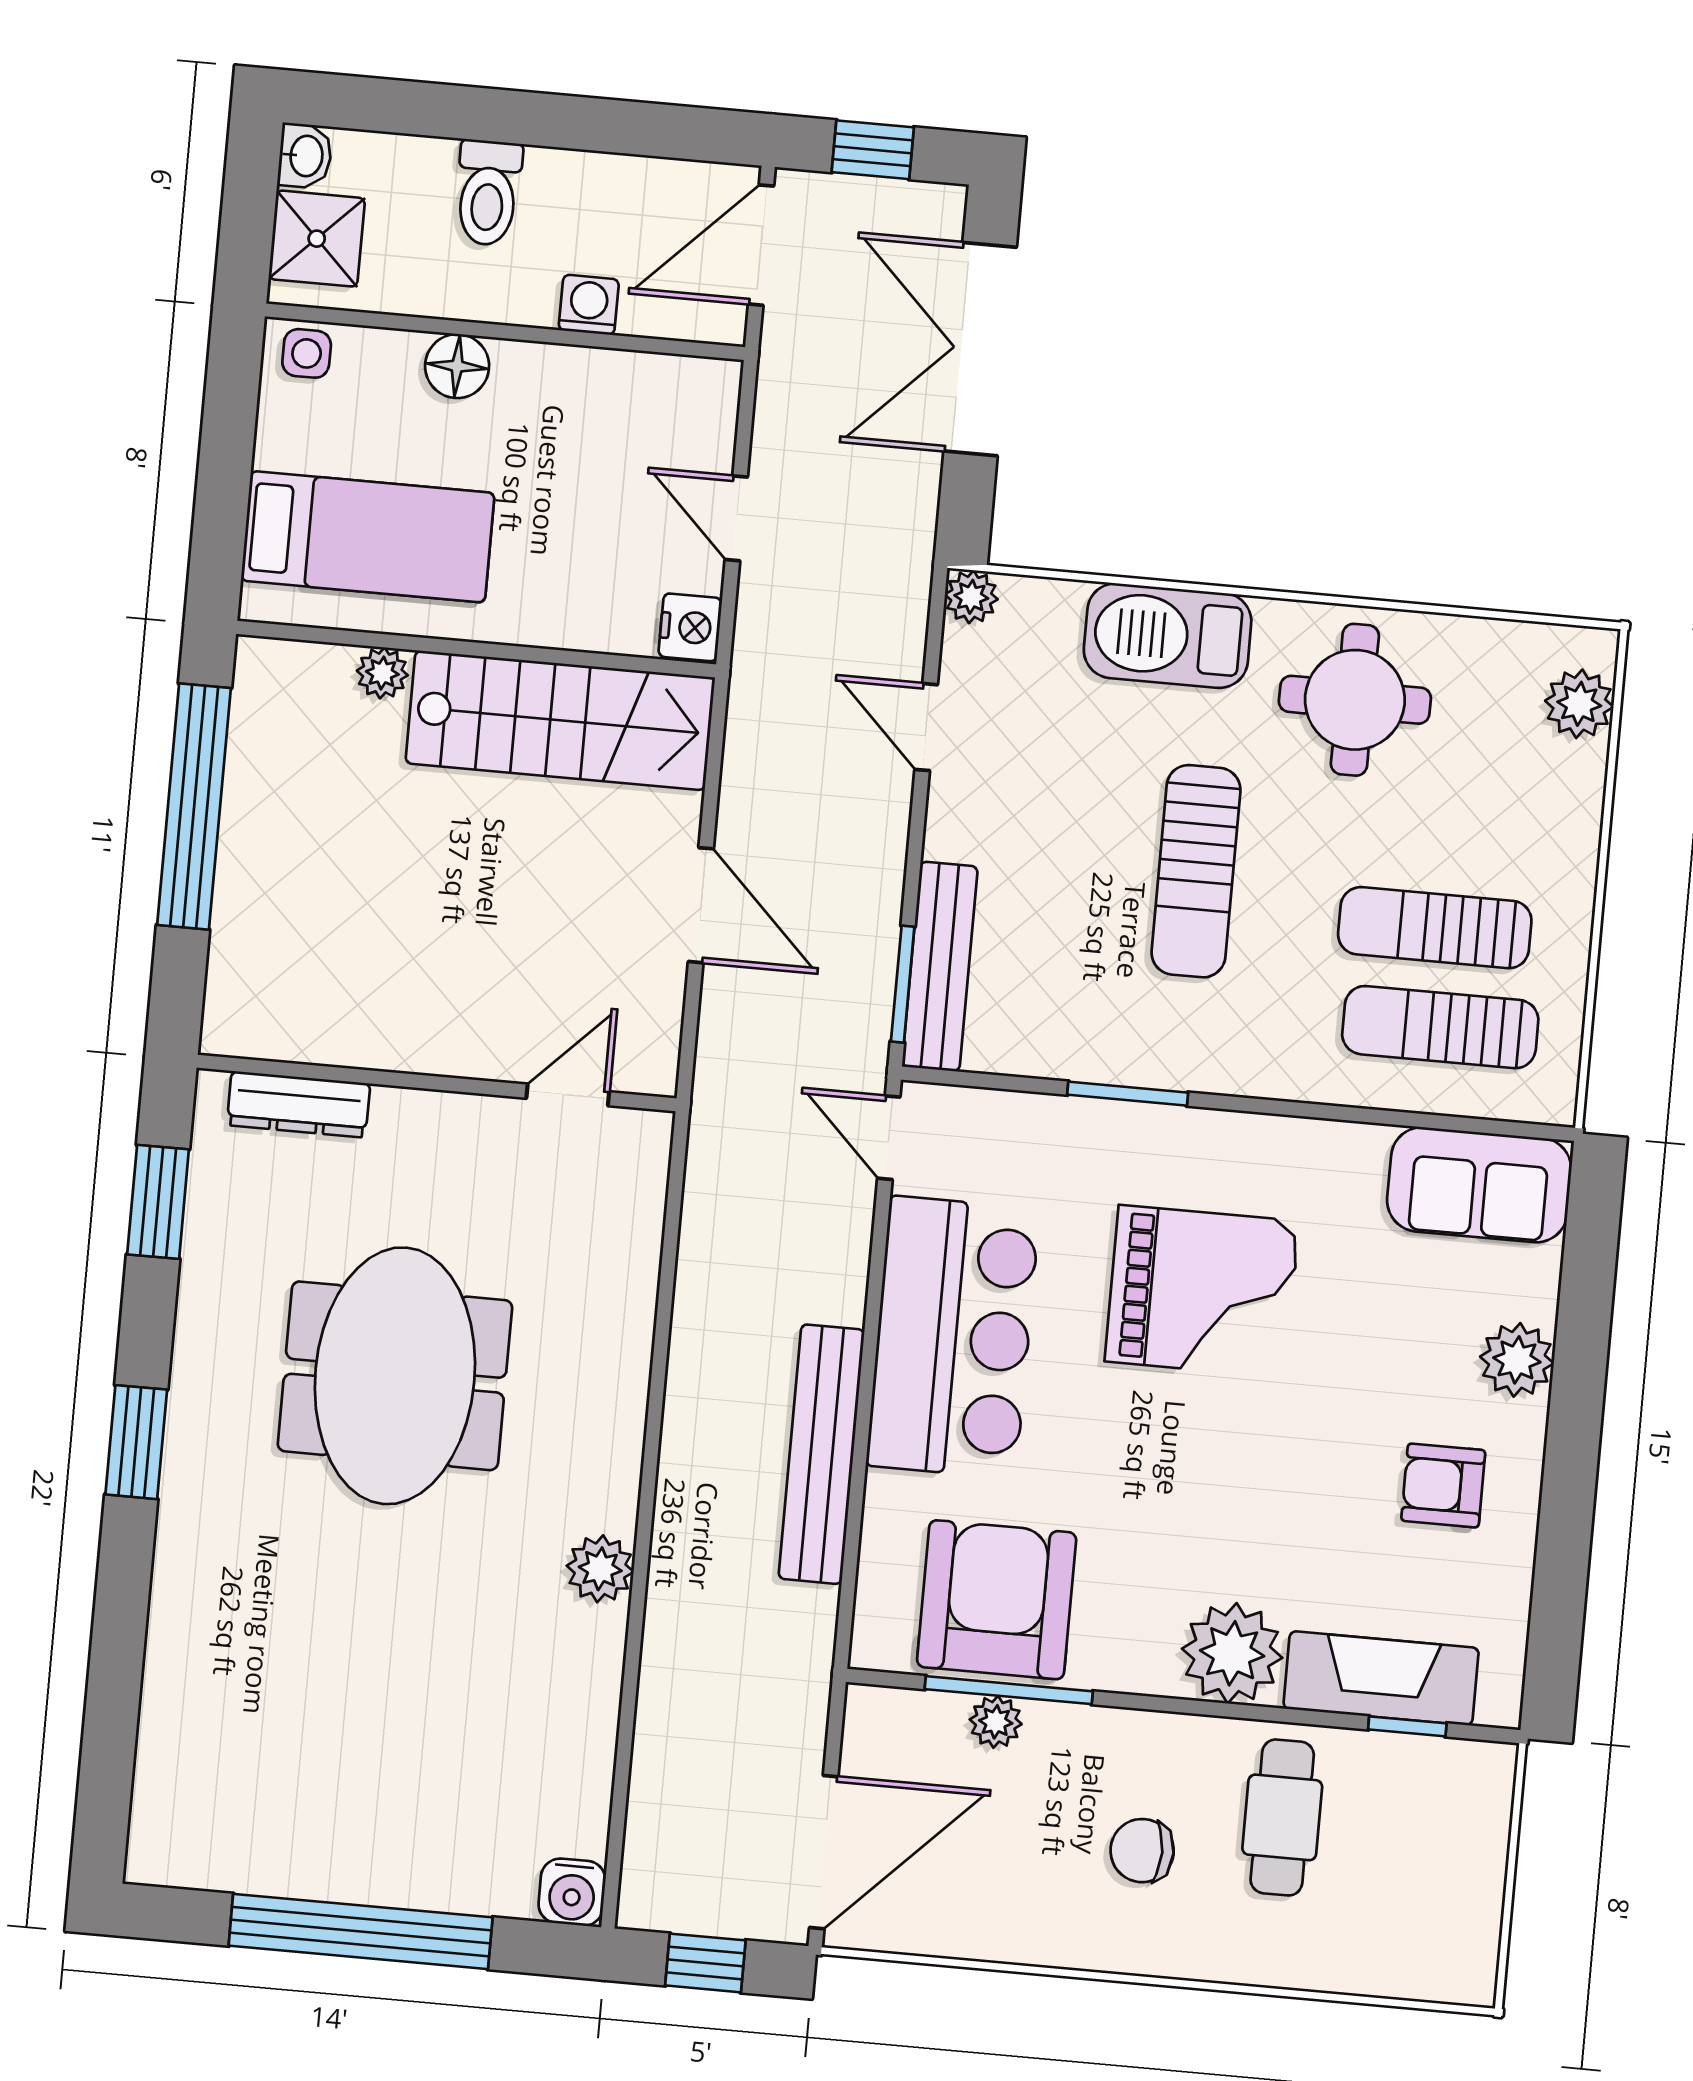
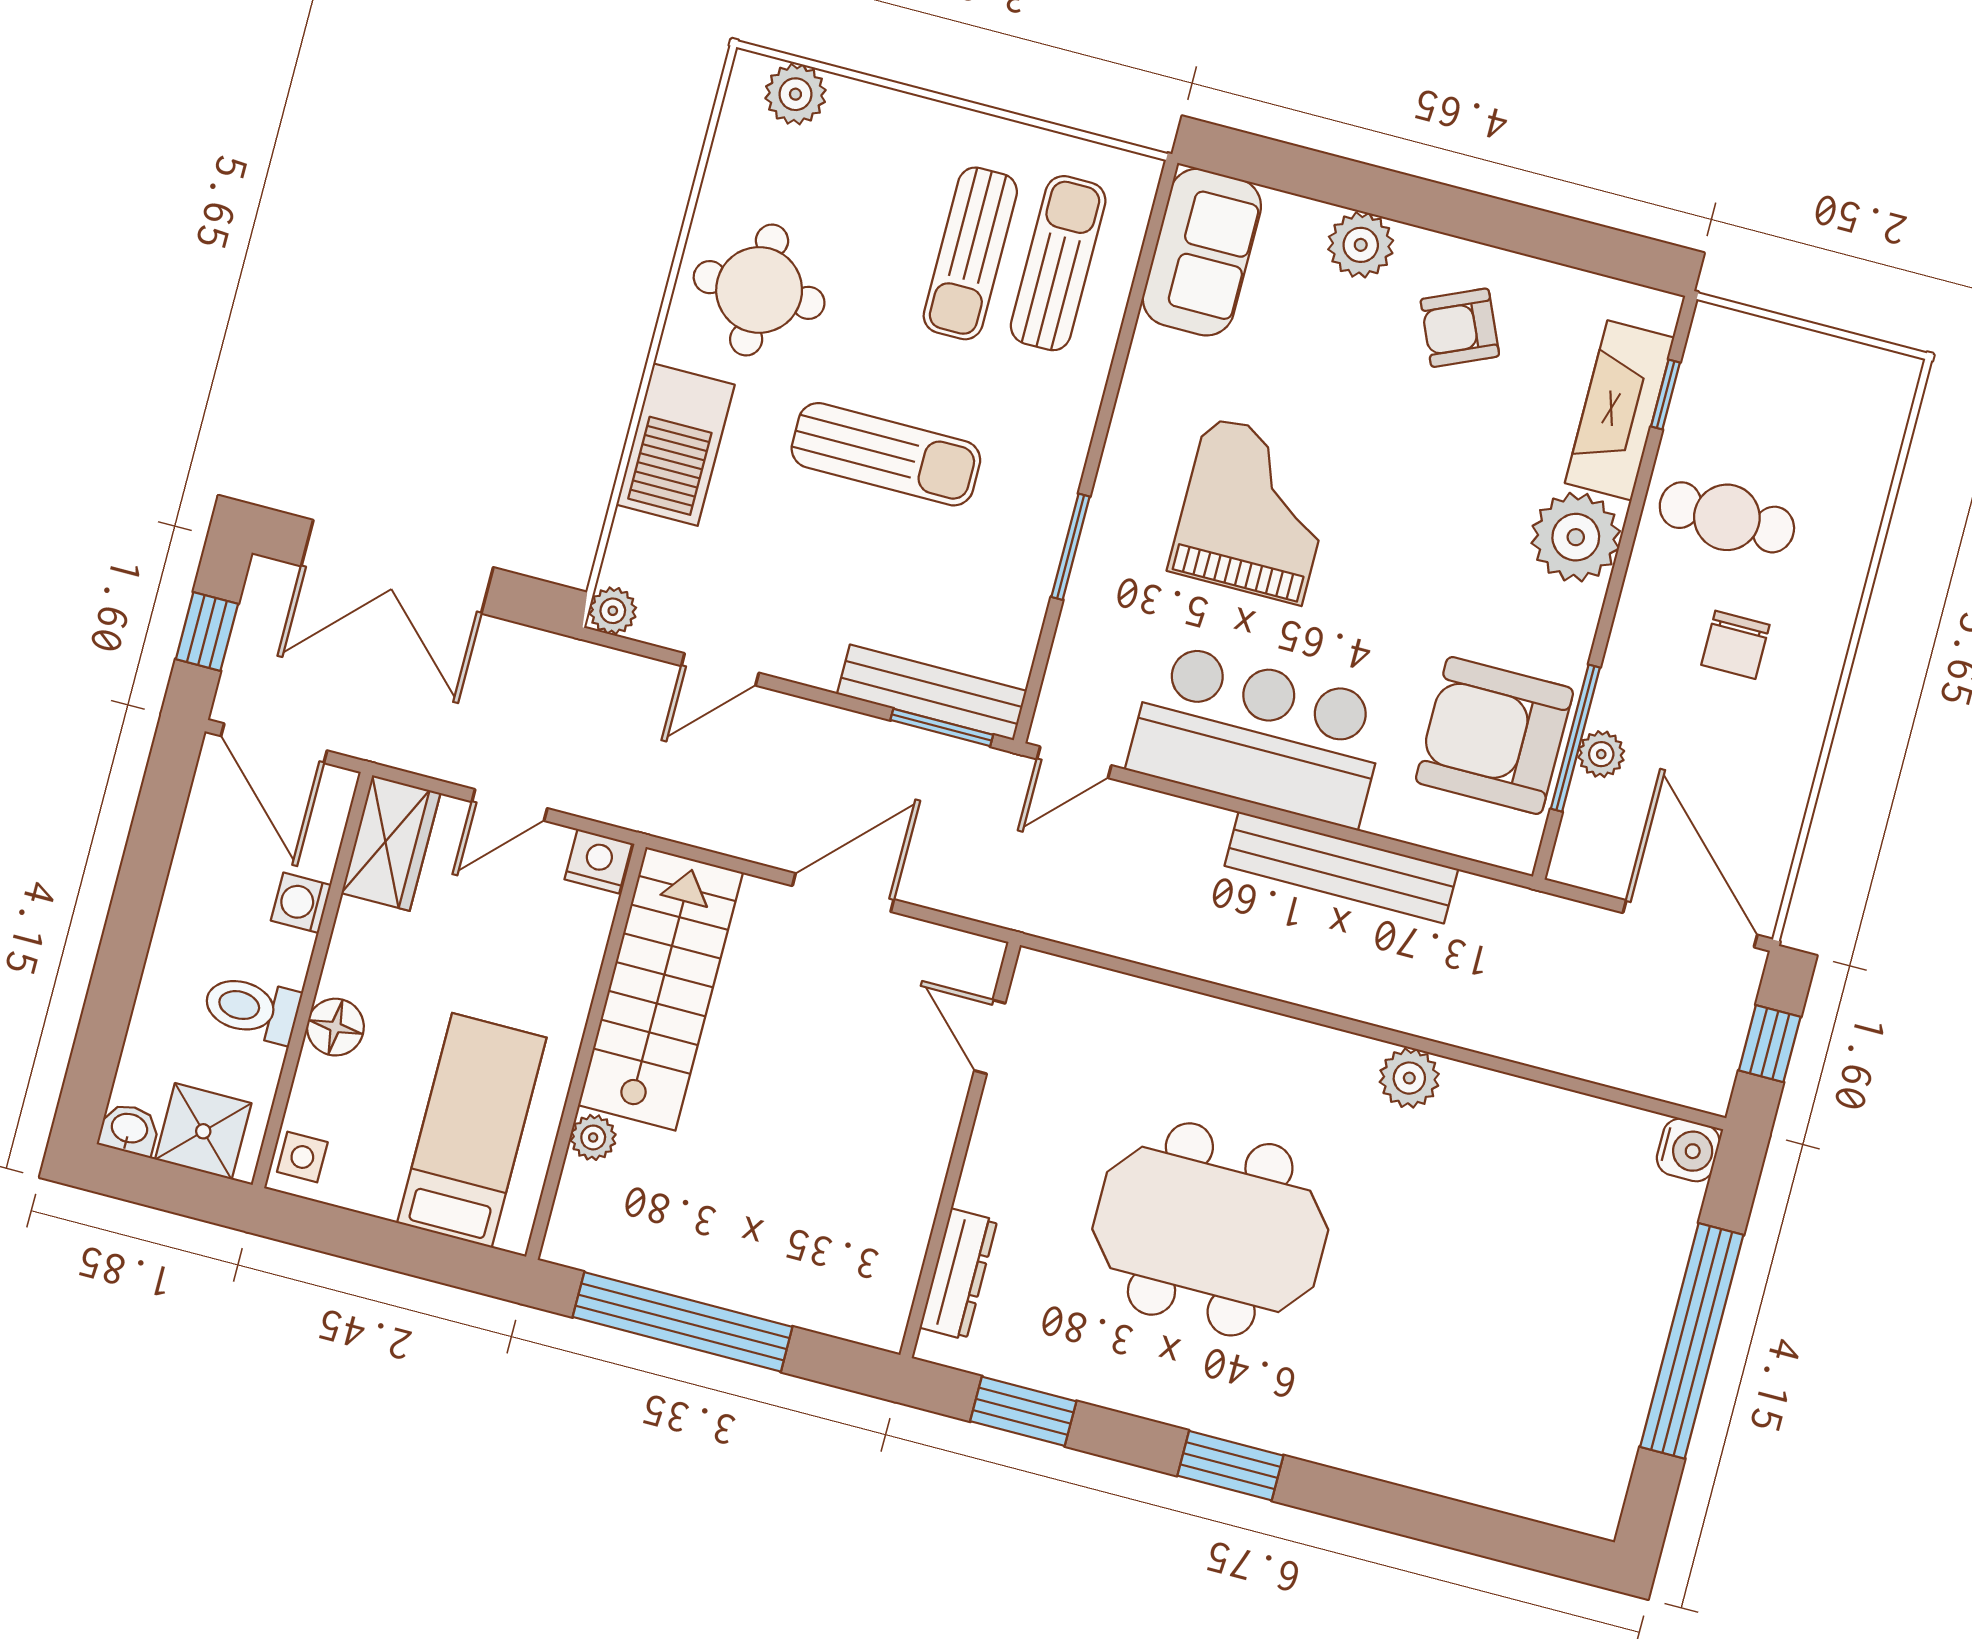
toilet: (488, 193) -> (252, 1008), moved, turned 180
wardrobe: (672, 394) -> (391, 843), added
sun lounger: (1440, 1027) -> (1058, 263), turned 180
armchair: (1443, 1485) -> (1460, 328), turned 66

